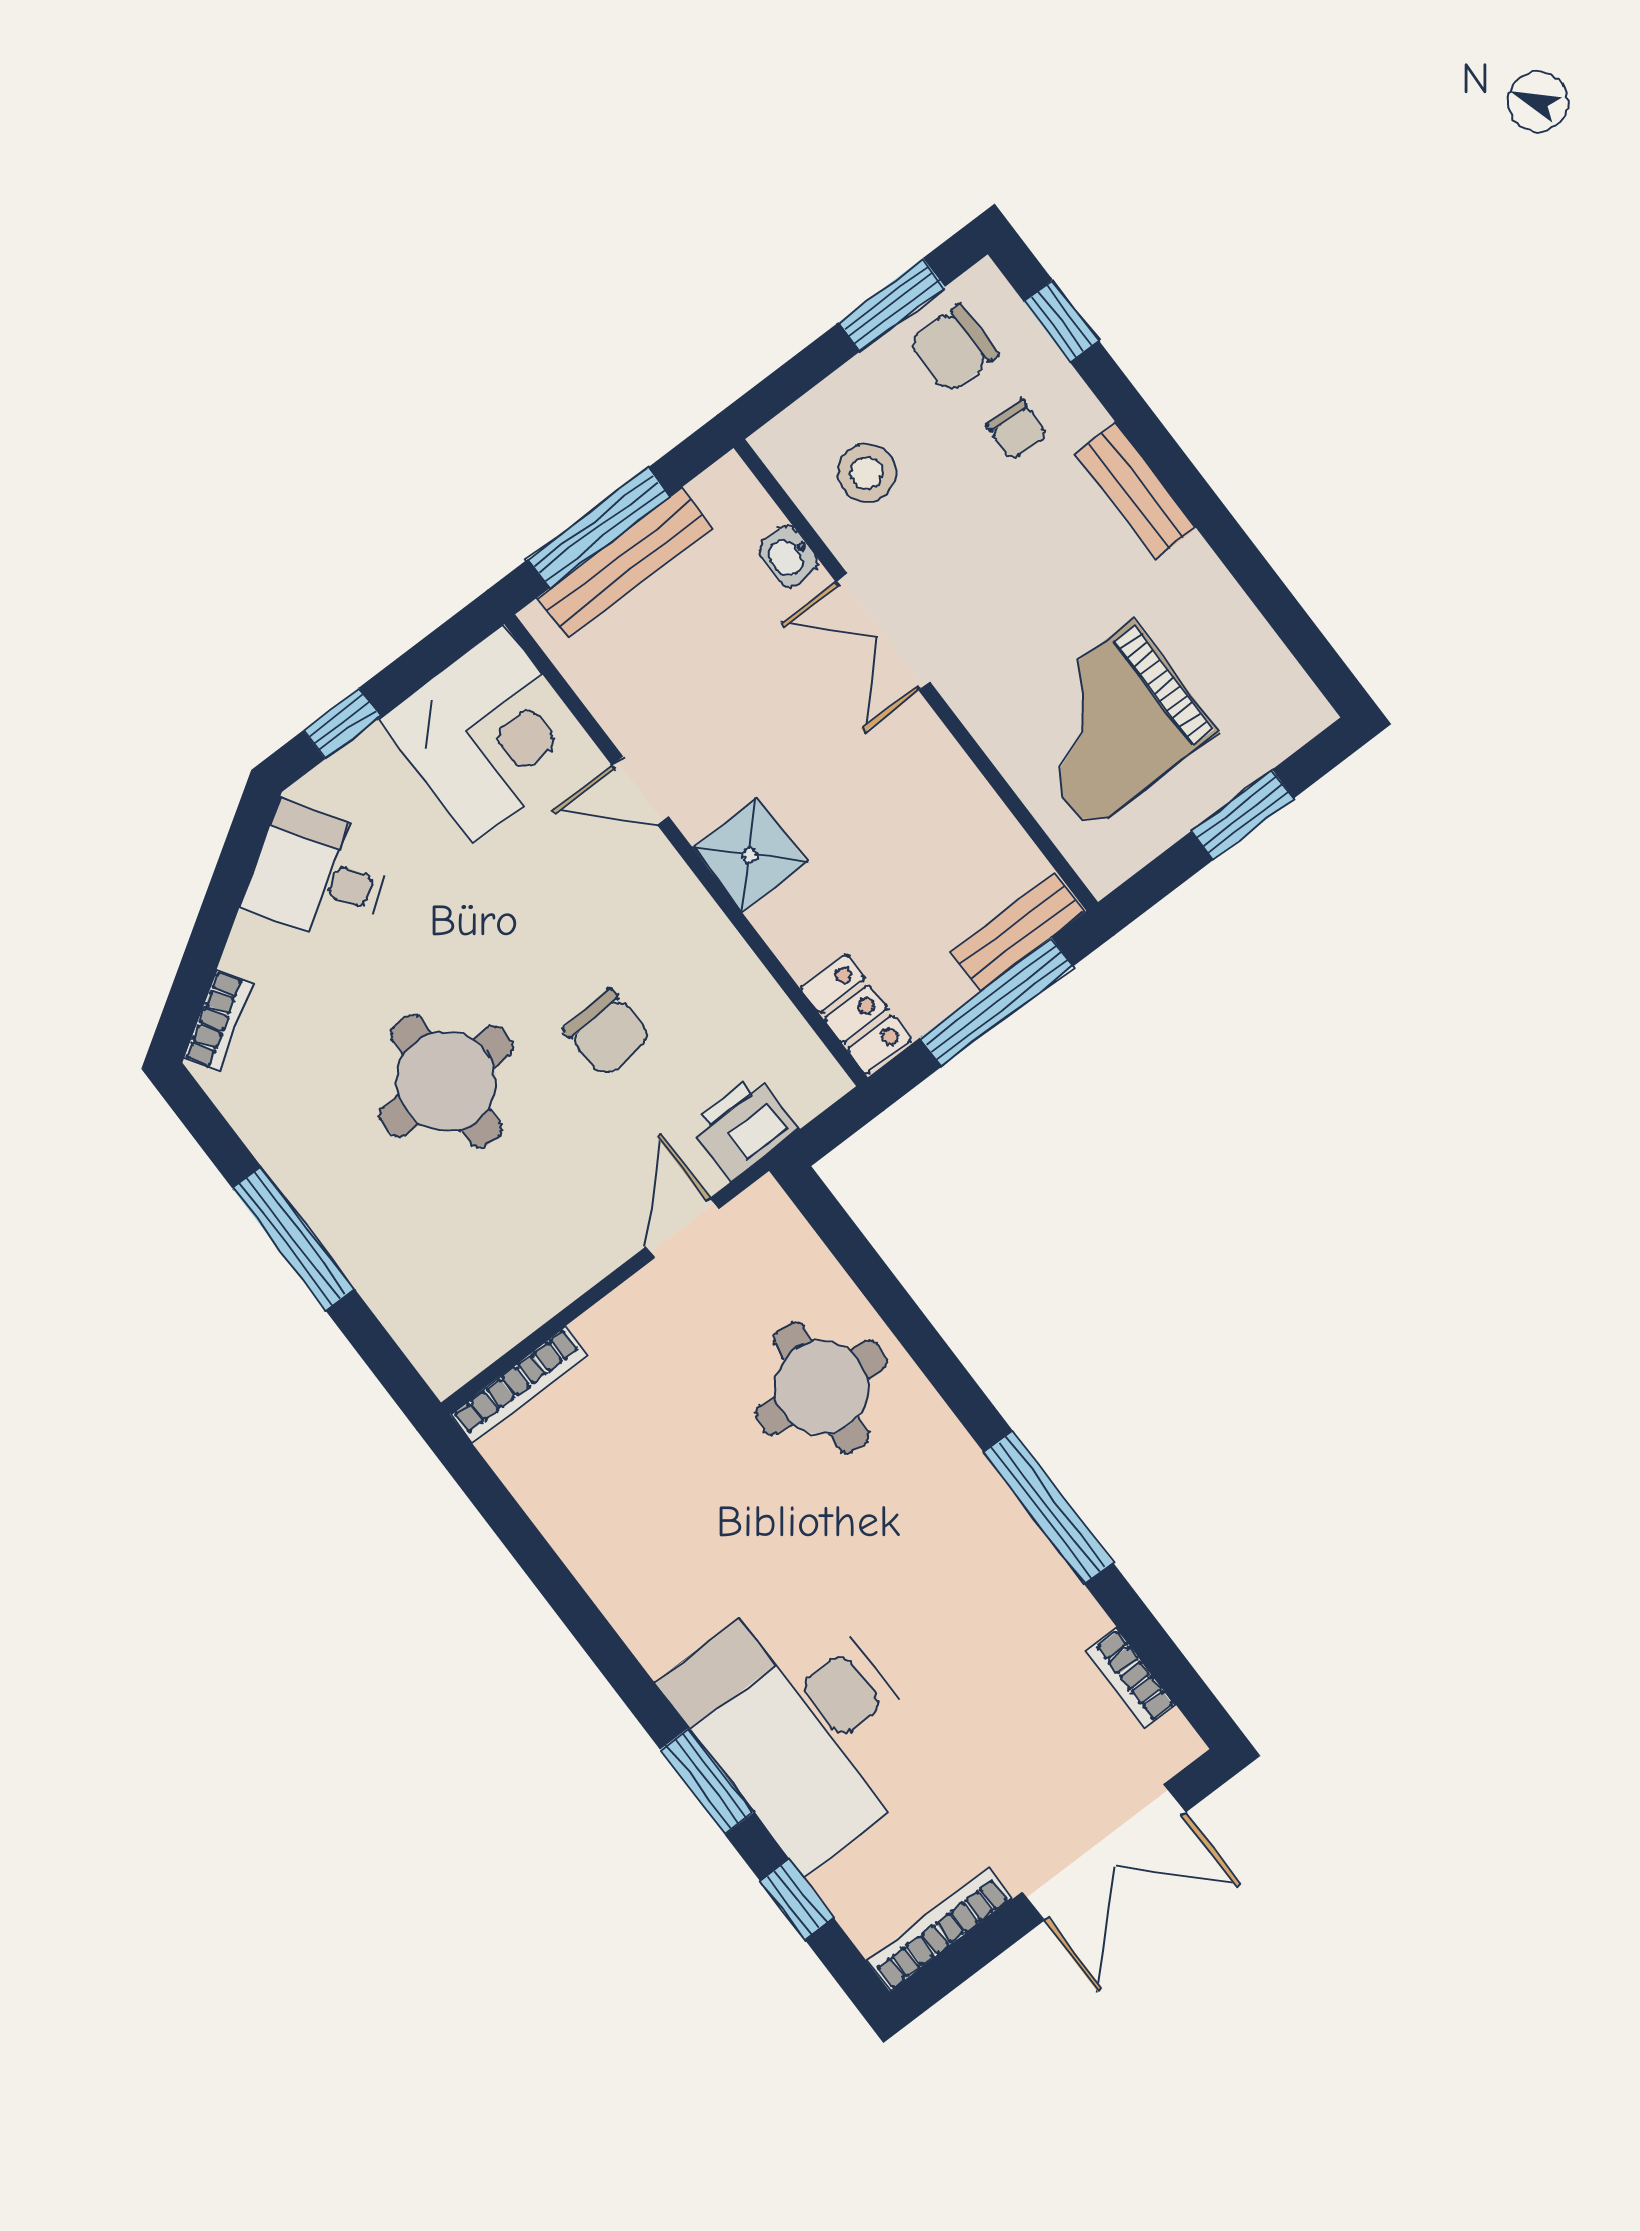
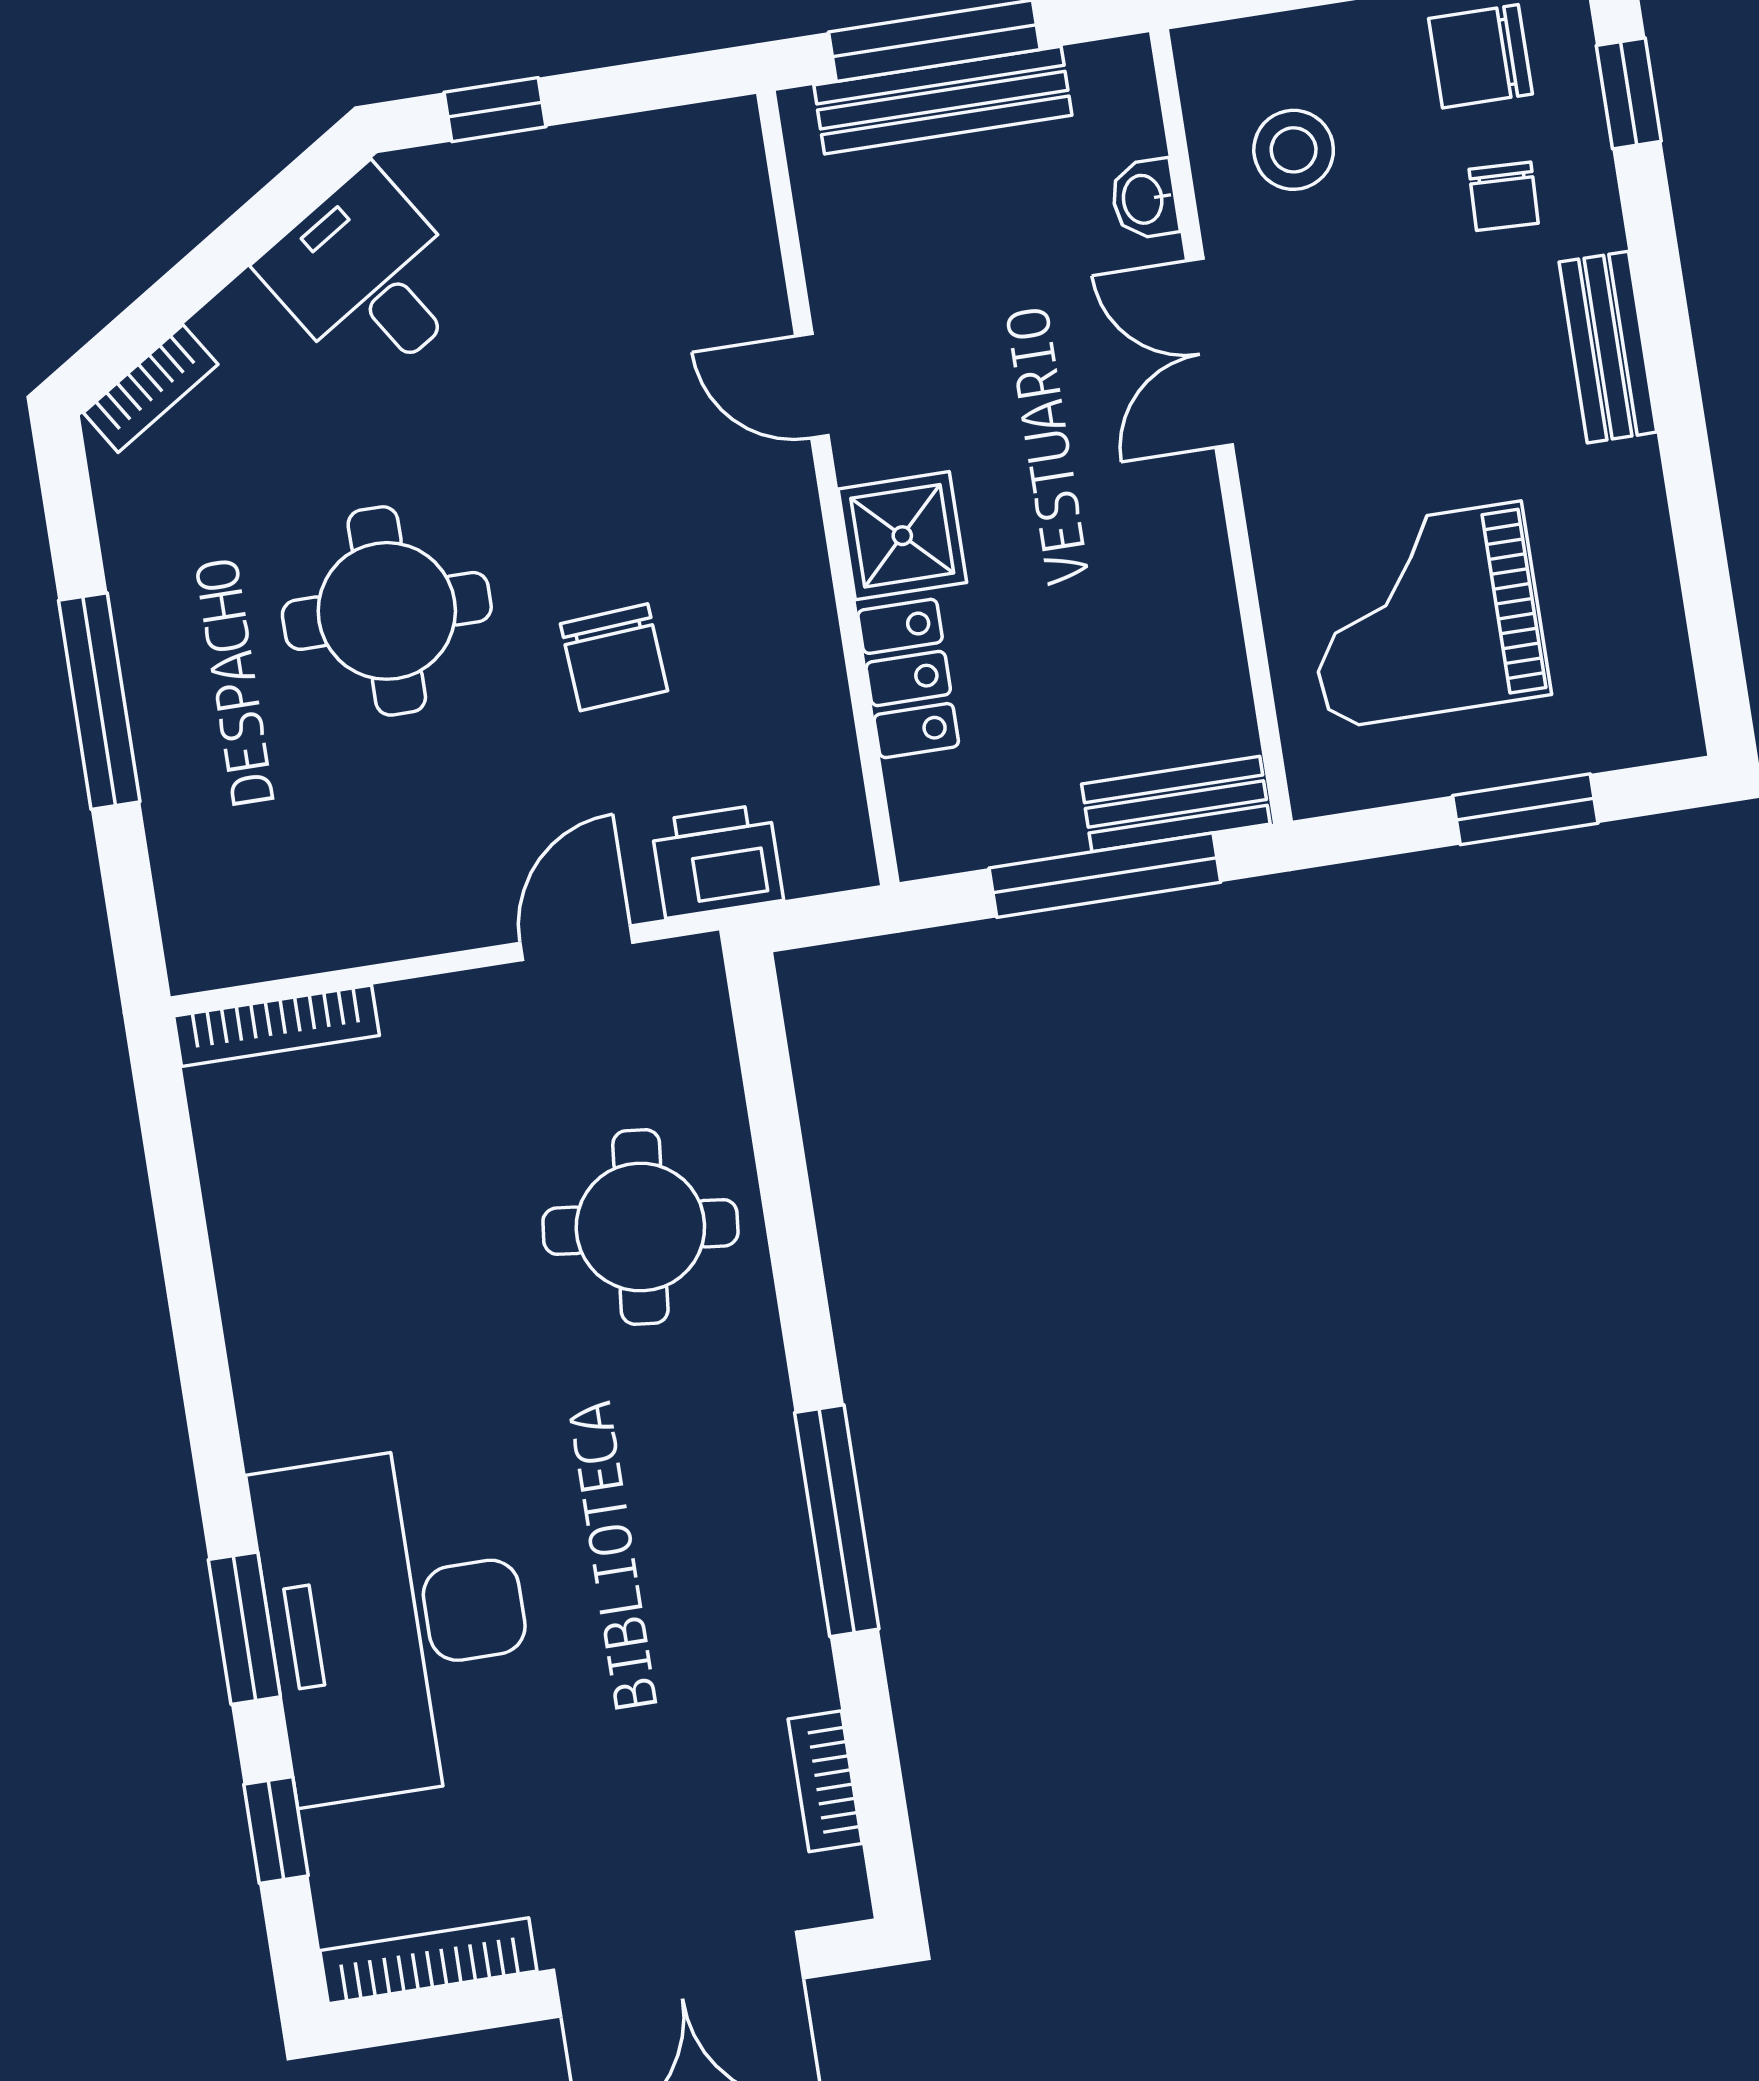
corner desk: (489, 734) -> (666, 218), removed
locker: (856, 1014) -> (908, 678), moved

